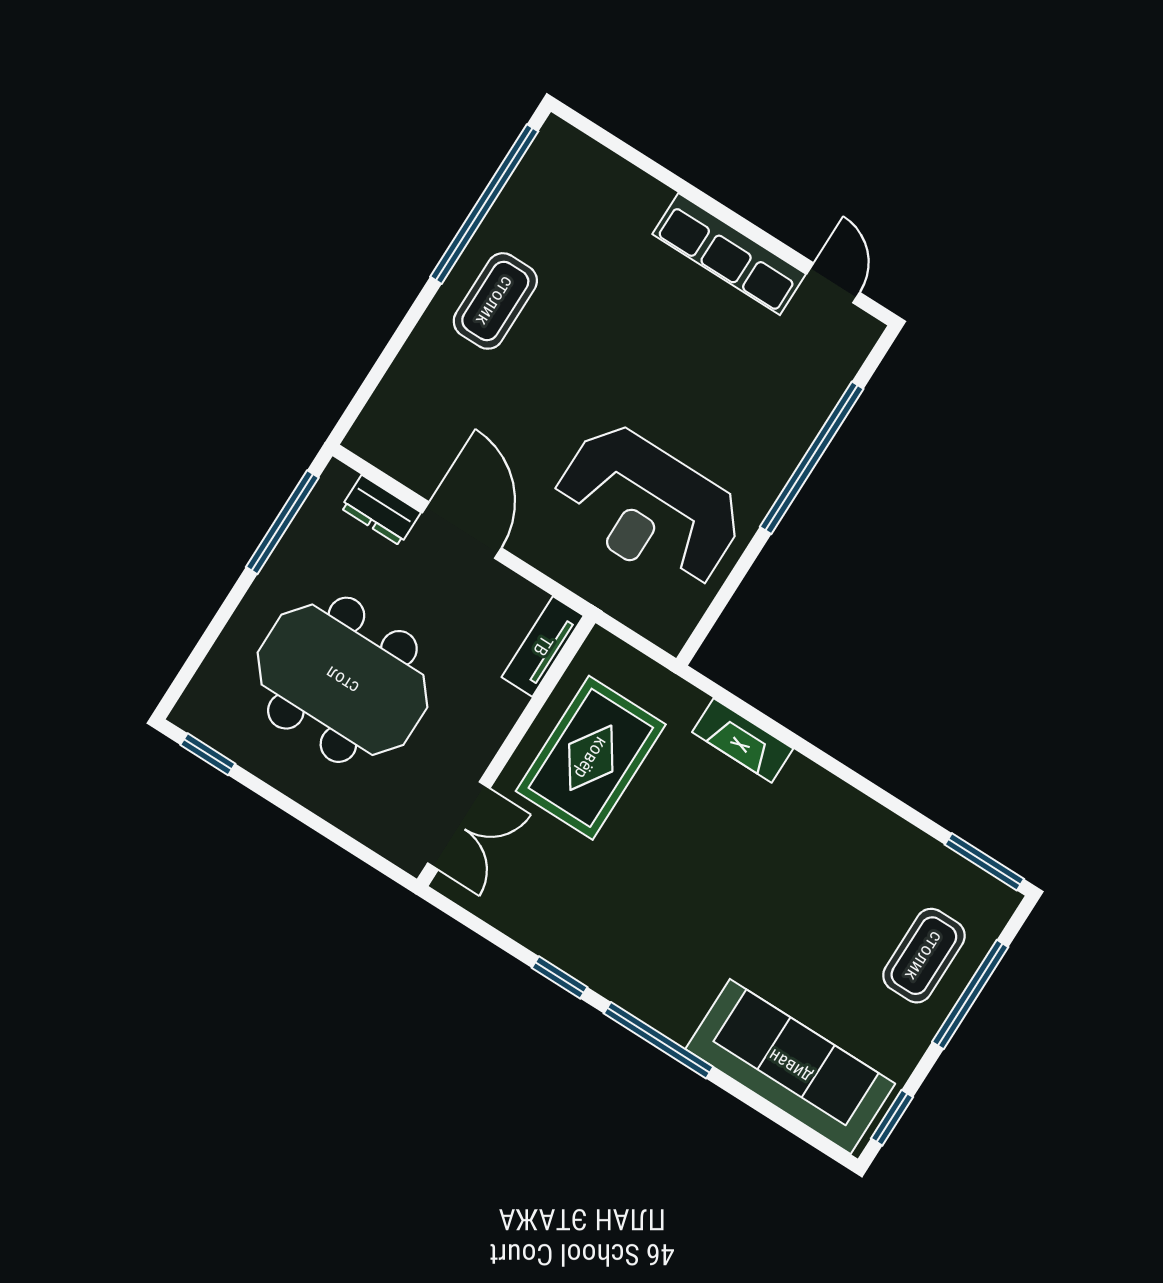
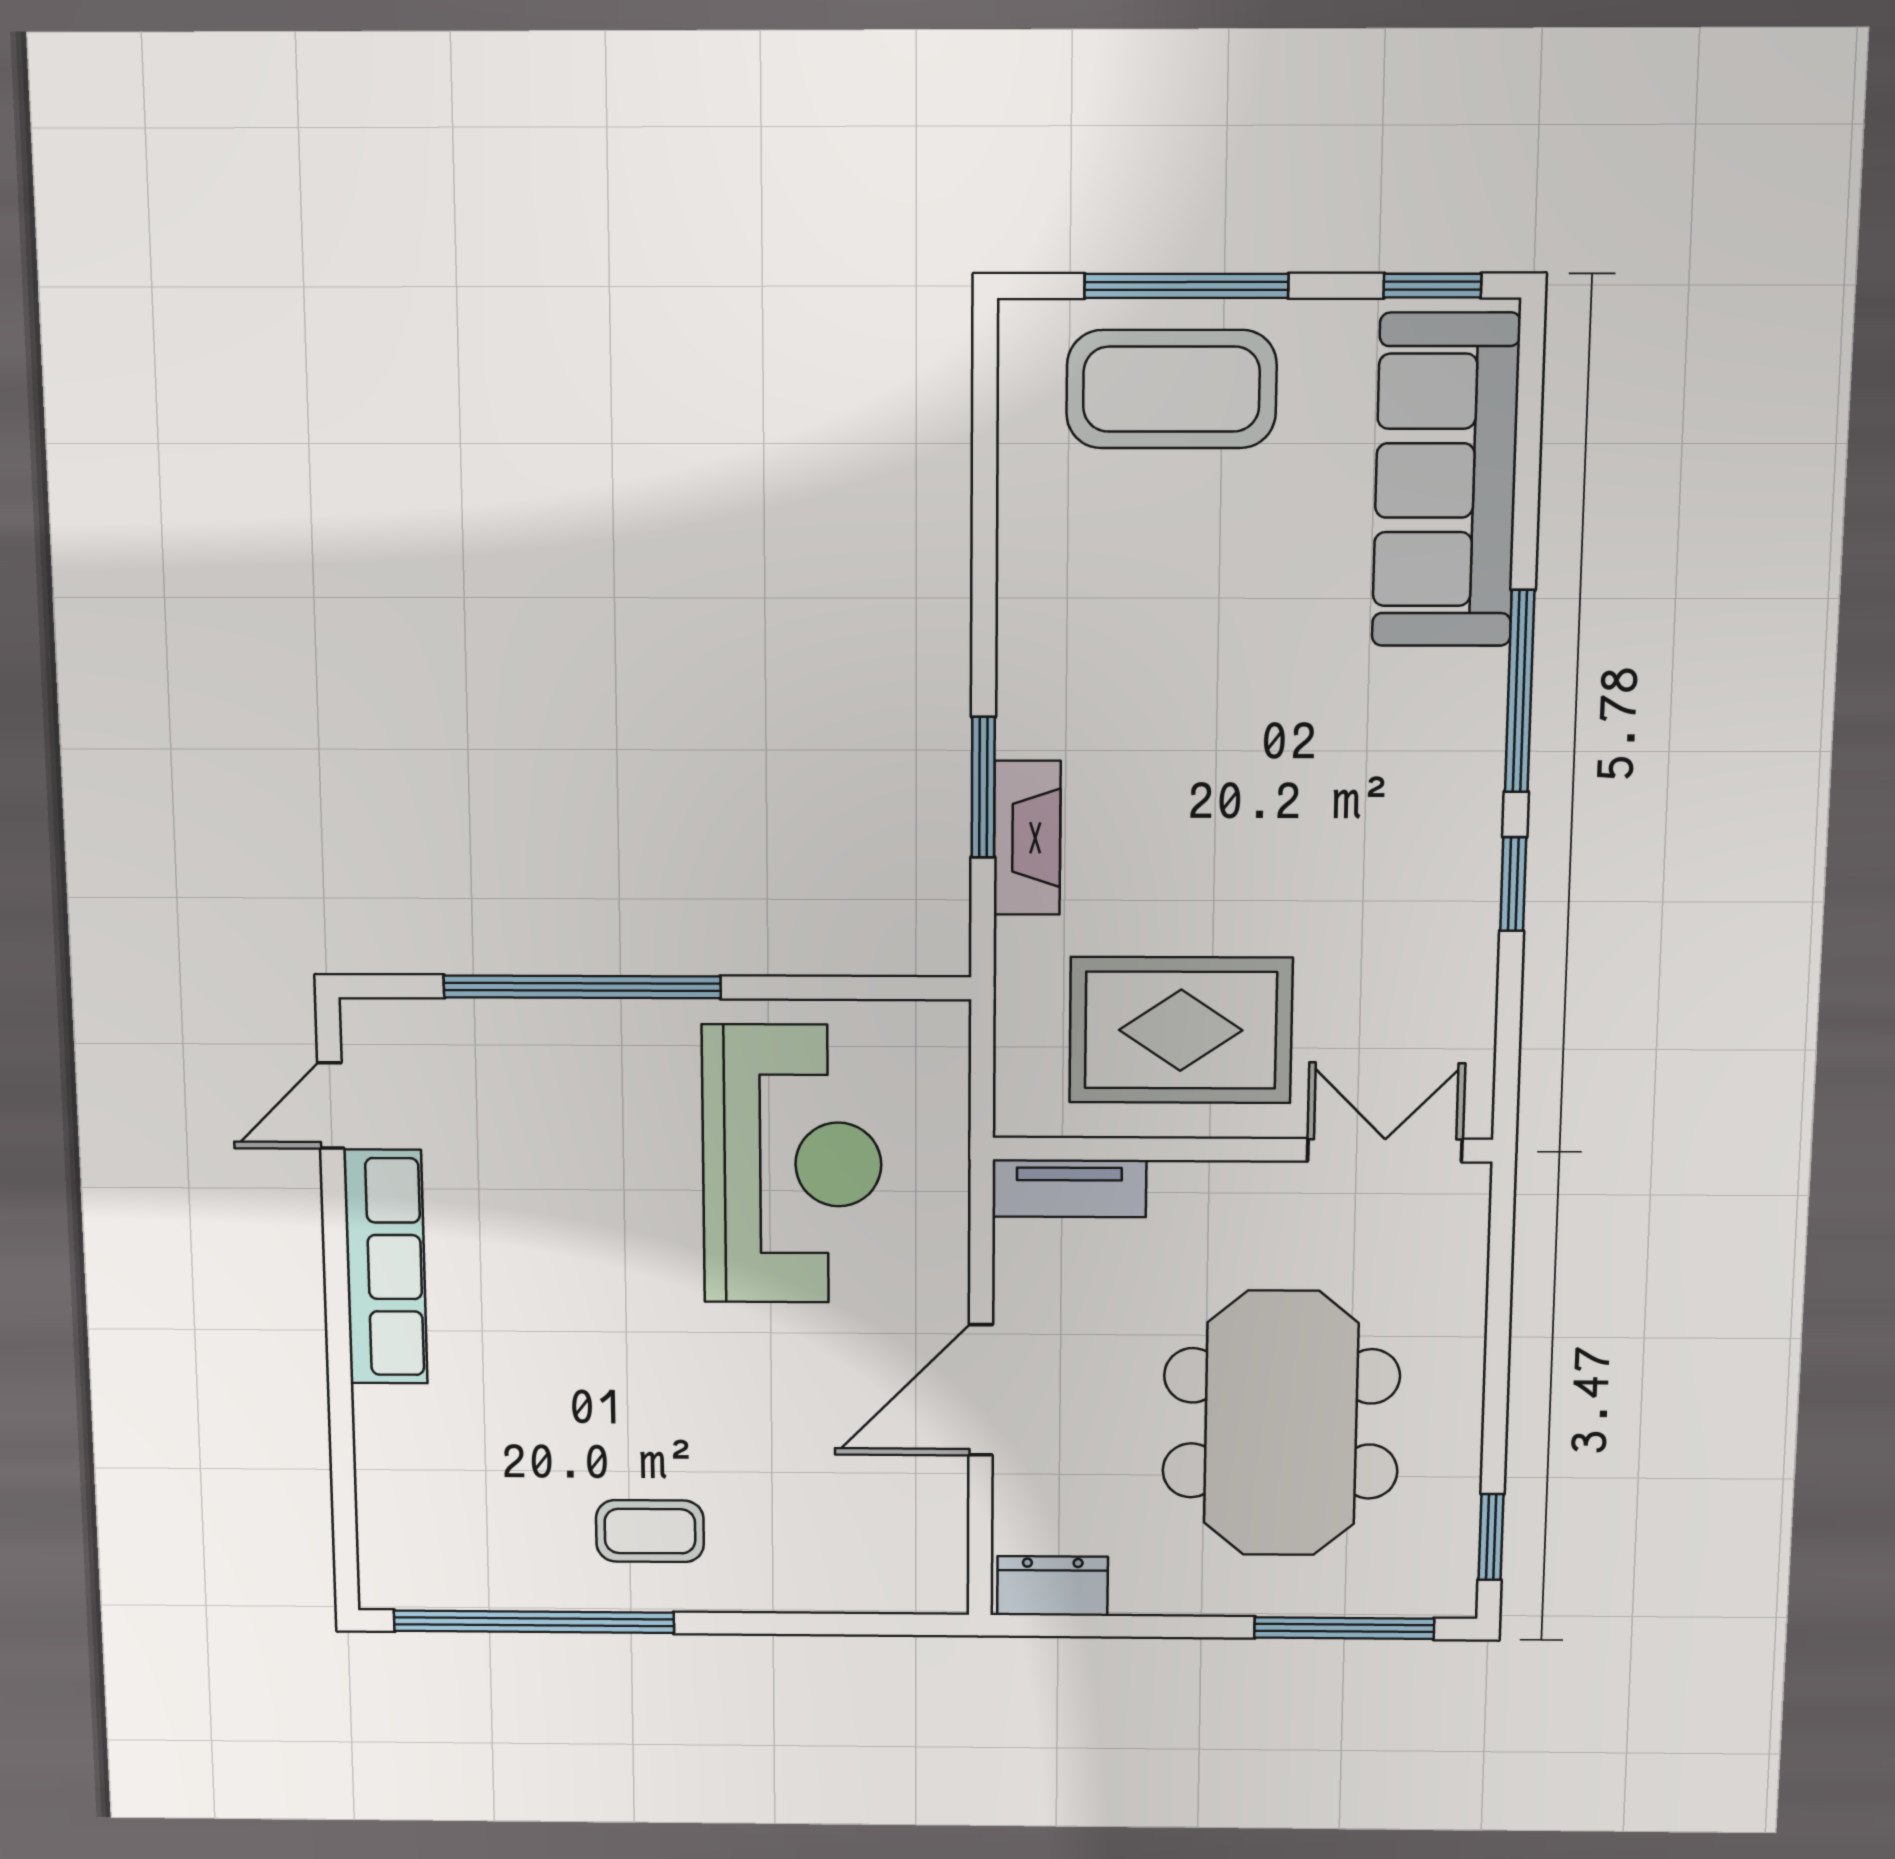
coffee table: (495, 301) -> (650, 1531), width x0.73, depth x0.77
dresser: (381, 510) -> (1053, 1586), moved, turned -90
window: (282, 522) -> (1344, 1628), moved
window: (984, 862) -> (983, 787), moved
coffee table: (924, 956) -> (1171, 389), width x1.36, depth x1.32

